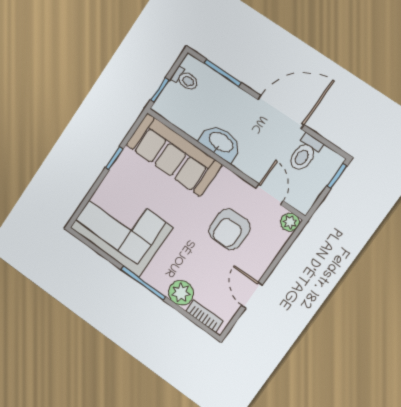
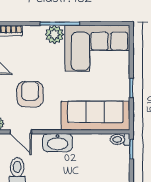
toilet: (185, 79) -> (120, 139), moved
washbasin: (221, 143) -> (58, 143), moved
plant: (181, 293) -> (54, 34), moved

